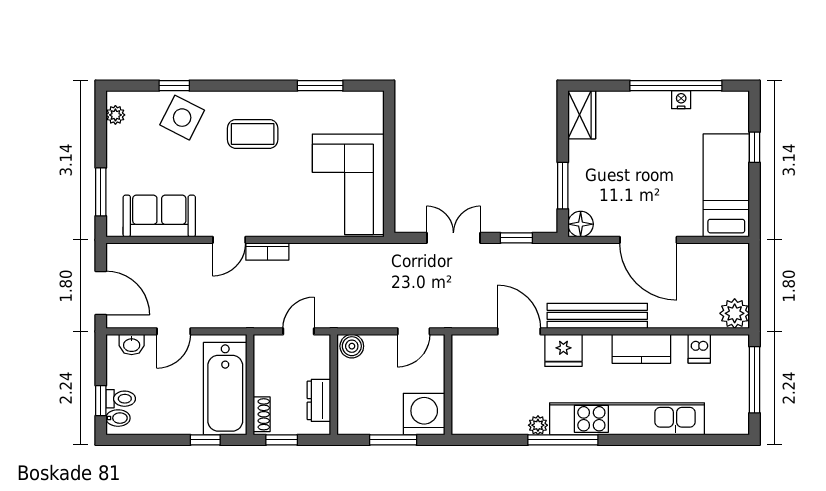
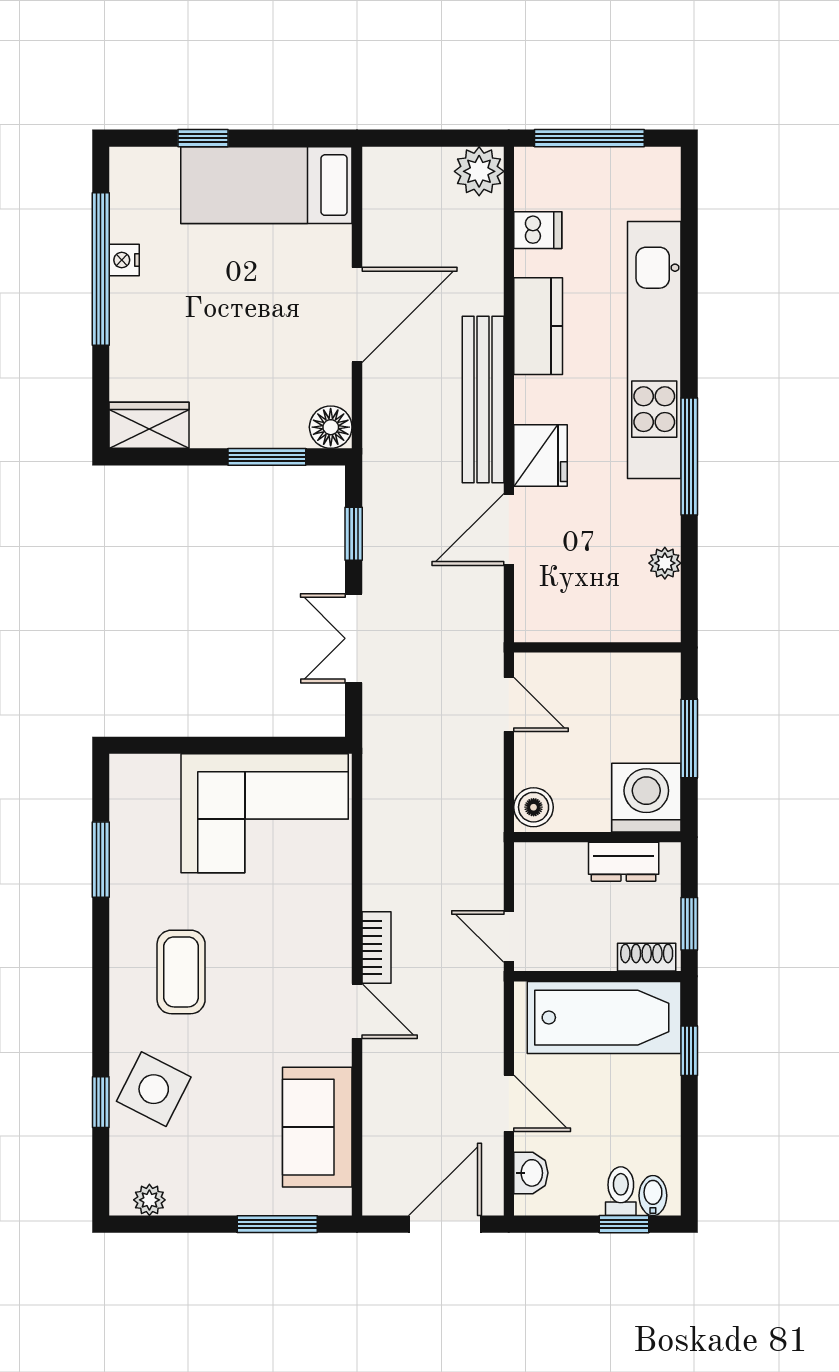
door: (298, 331) -> (509, 937), moved
washing machine: (424, 414) -> (646, 798), moved, turned 90
plant: (538, 425) -> (665, 563), moved

